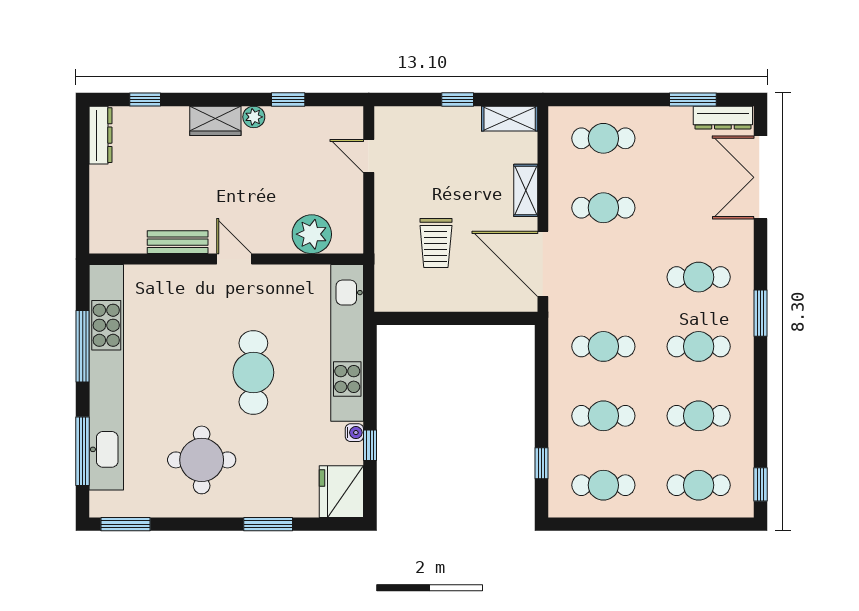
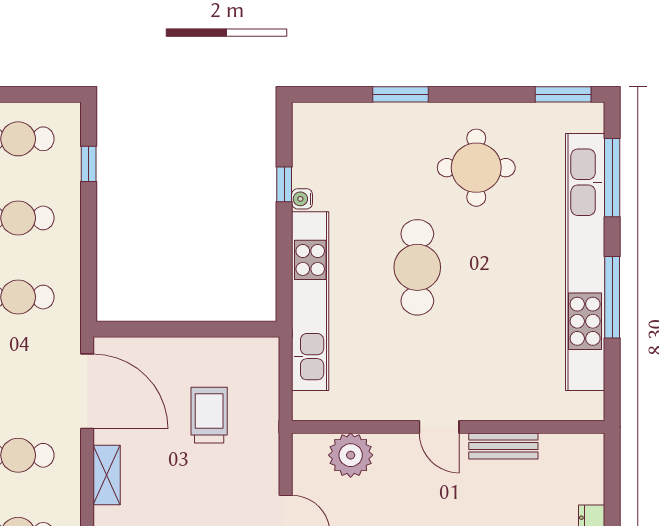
plant: (312, 234) -> (351, 455), moved
bench: (178, 242) -> (503, 446), moved
wall: (226, 259) -> (448, 427), moved
door: (234, 259) -> (439, 427), moved
fridge: (341, 492) -> (317, 132), removed

